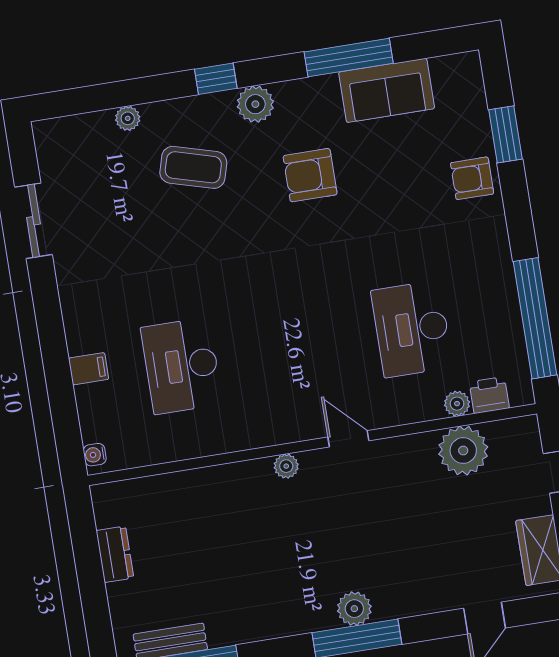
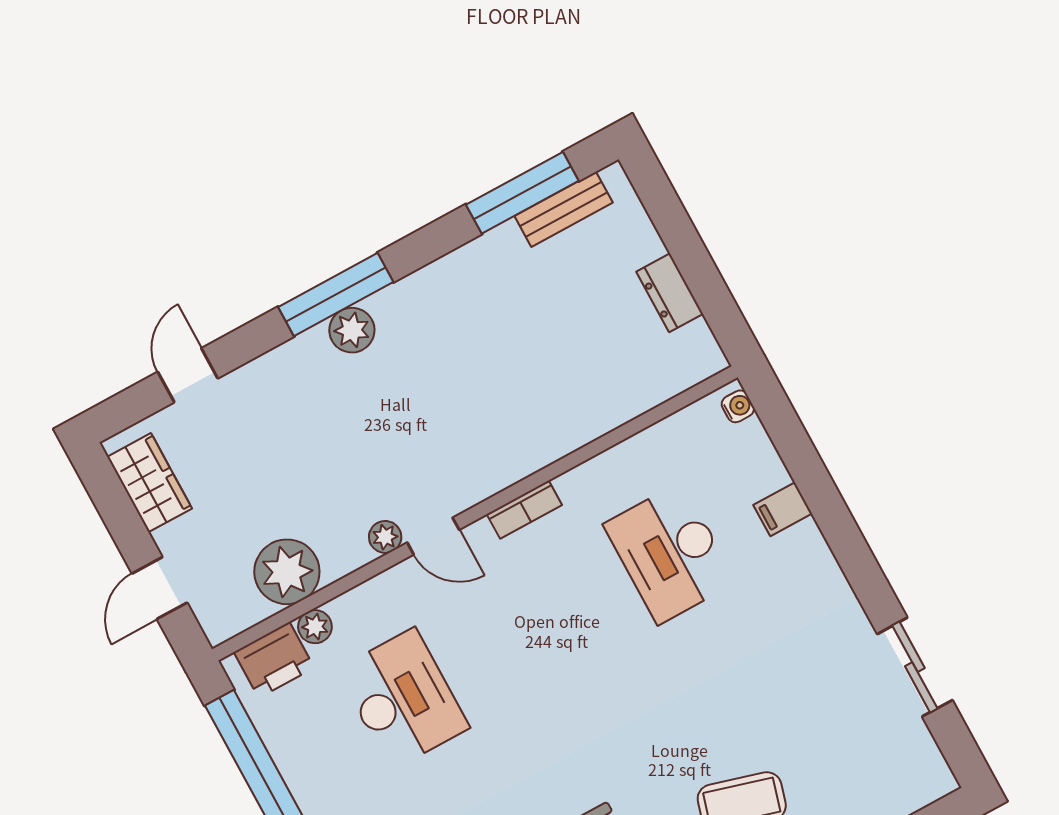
desk: (182, 366) -> (670, 553), turned 180
printer: (489, 395) -> (274, 660), width x1.36, depth x1.24
bookcase: (276, 435) -> (524, 510), added
plant: (286, 466) -> (385, 537), moved

